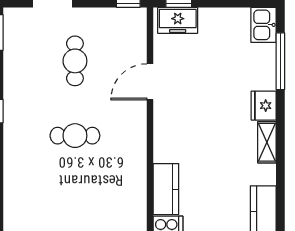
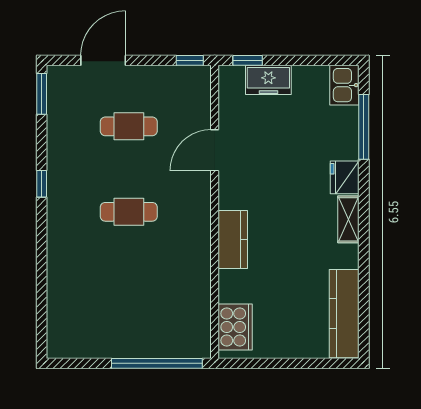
freezer: (178, 20) -> (268, 80), moved
cafe table: (75, 61) -> (129, 126), turned 90
kitchen counter: (166, 189) -> (233, 240), moved

